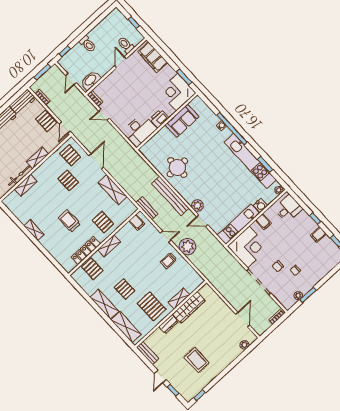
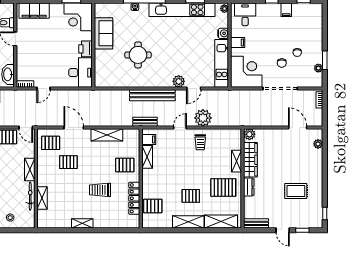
round table: (177, 167) -> (138, 55), moved
shelving: (109, 246) -> (147, 157), moved
plant: (206, 290) -> (249, 134), added

